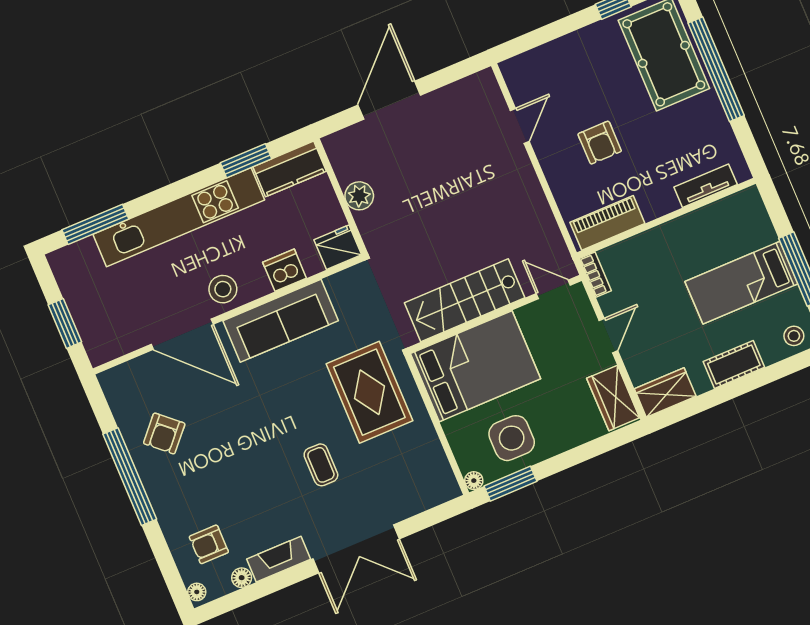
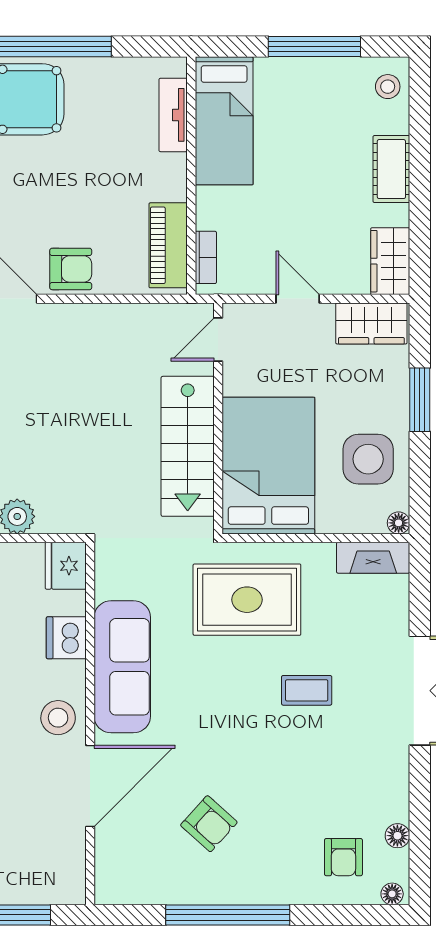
armchair: (600, 143) -> (71, 269), moved
bookcase: (595, 275) -> (206, 257), moved, turned 90
bed: (741, 283) -> (224, 121), moved
armchair: (164, 433) -> (209, 824), moved
window: (510, 484) -> (420, 400), moved
fireplace: (279, 559) -> (373, 558), moved, turned -90

